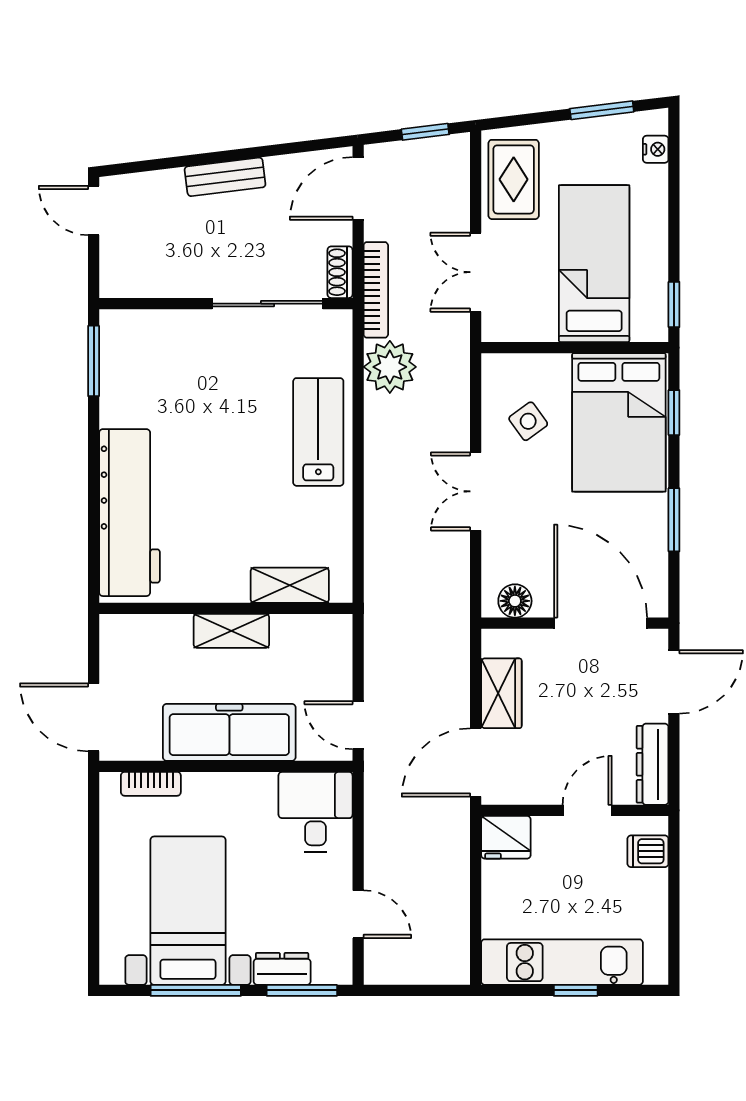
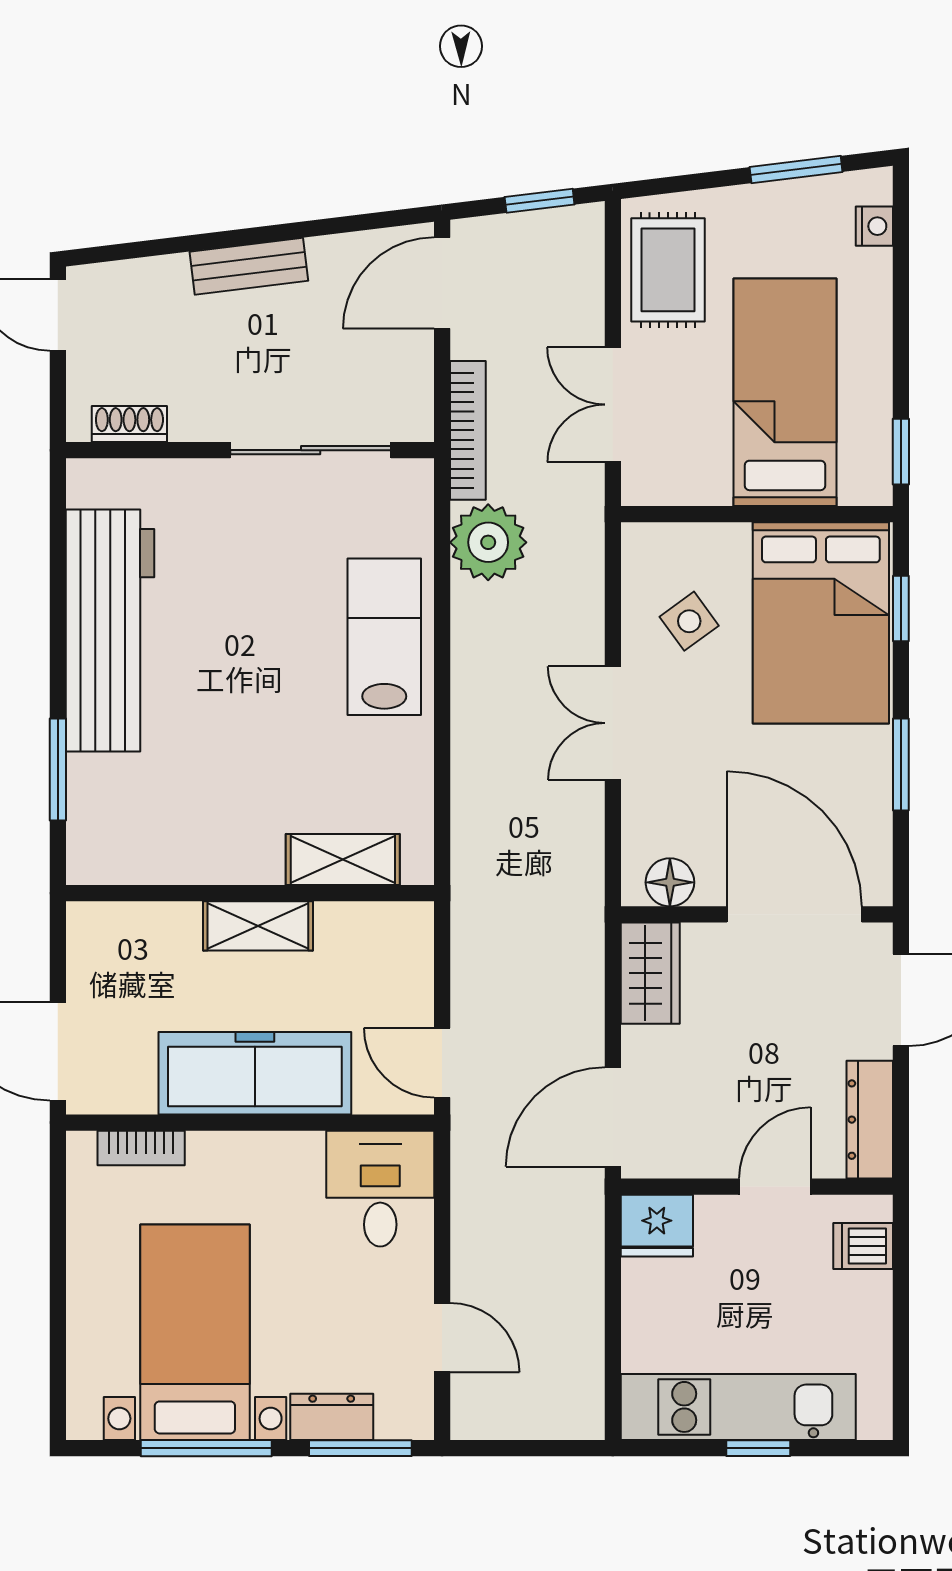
shoe rack: (340, 272) -> (129, 424), moved, turned 90
window: (94, 361) -> (58, 769), moved
workbench: (129, 513) -> (110, 631), moved
wardrobe: (501, 693) -> (650, 973), moved

